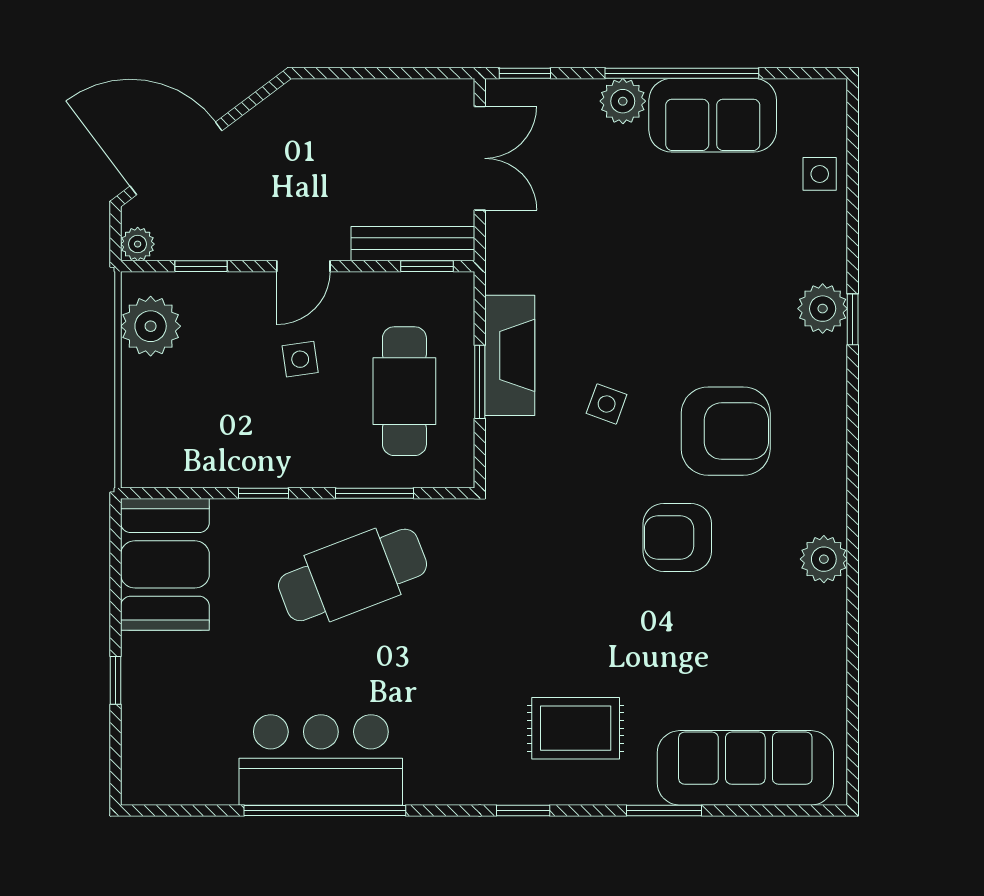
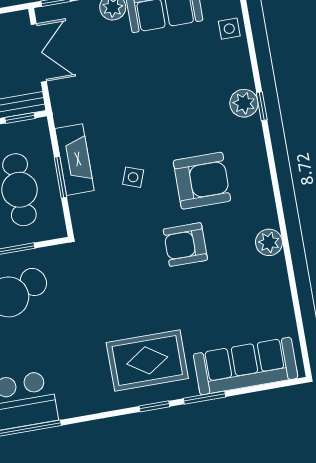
rug: (576, 728) -> (147, 360), width x1.36, depth x1.43
window: (523, 810) -> (154, 406), moved

